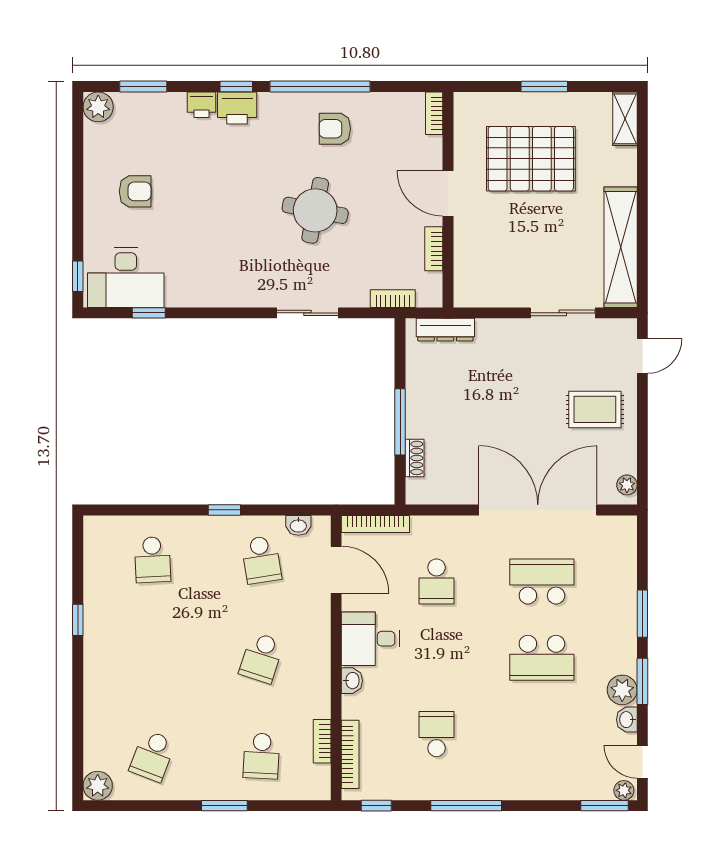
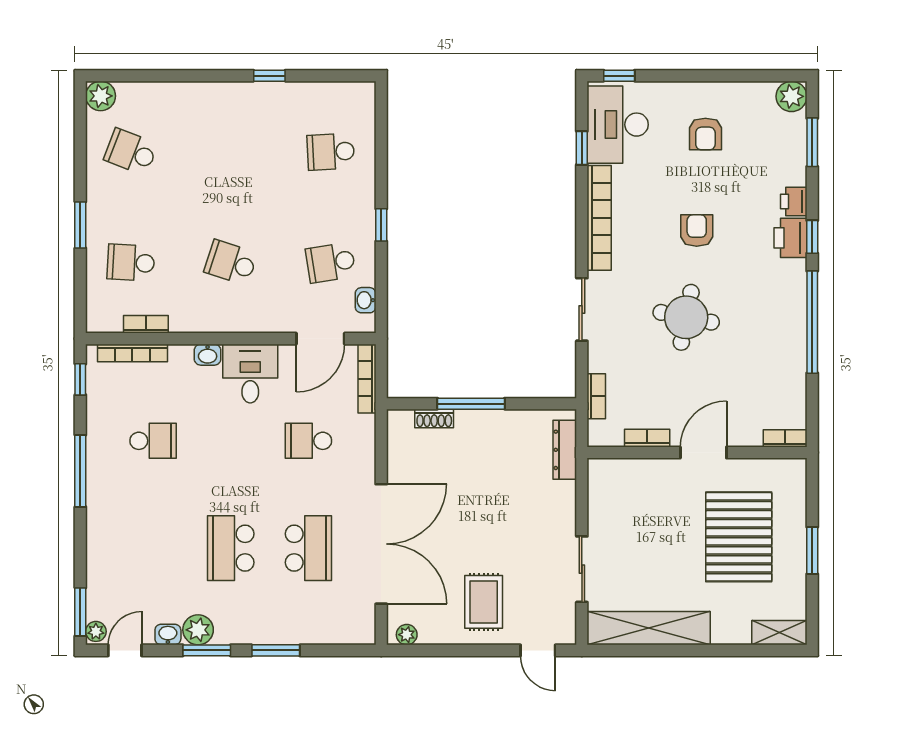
armchair: (335, 129) -> (697, 230), moved
bookcase: (218, 296) -> (599, 218), added

